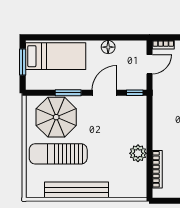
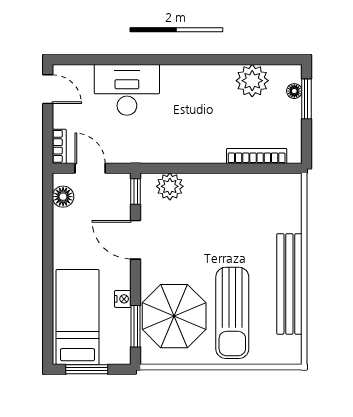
floor lamp: (108, 47) -> (63, 197), moved
nightstand: (67, 85) -> (123, 299), added
window: (68, 93) -> (136, 326), moved
plant: (138, 153) -> (170, 186), moved

